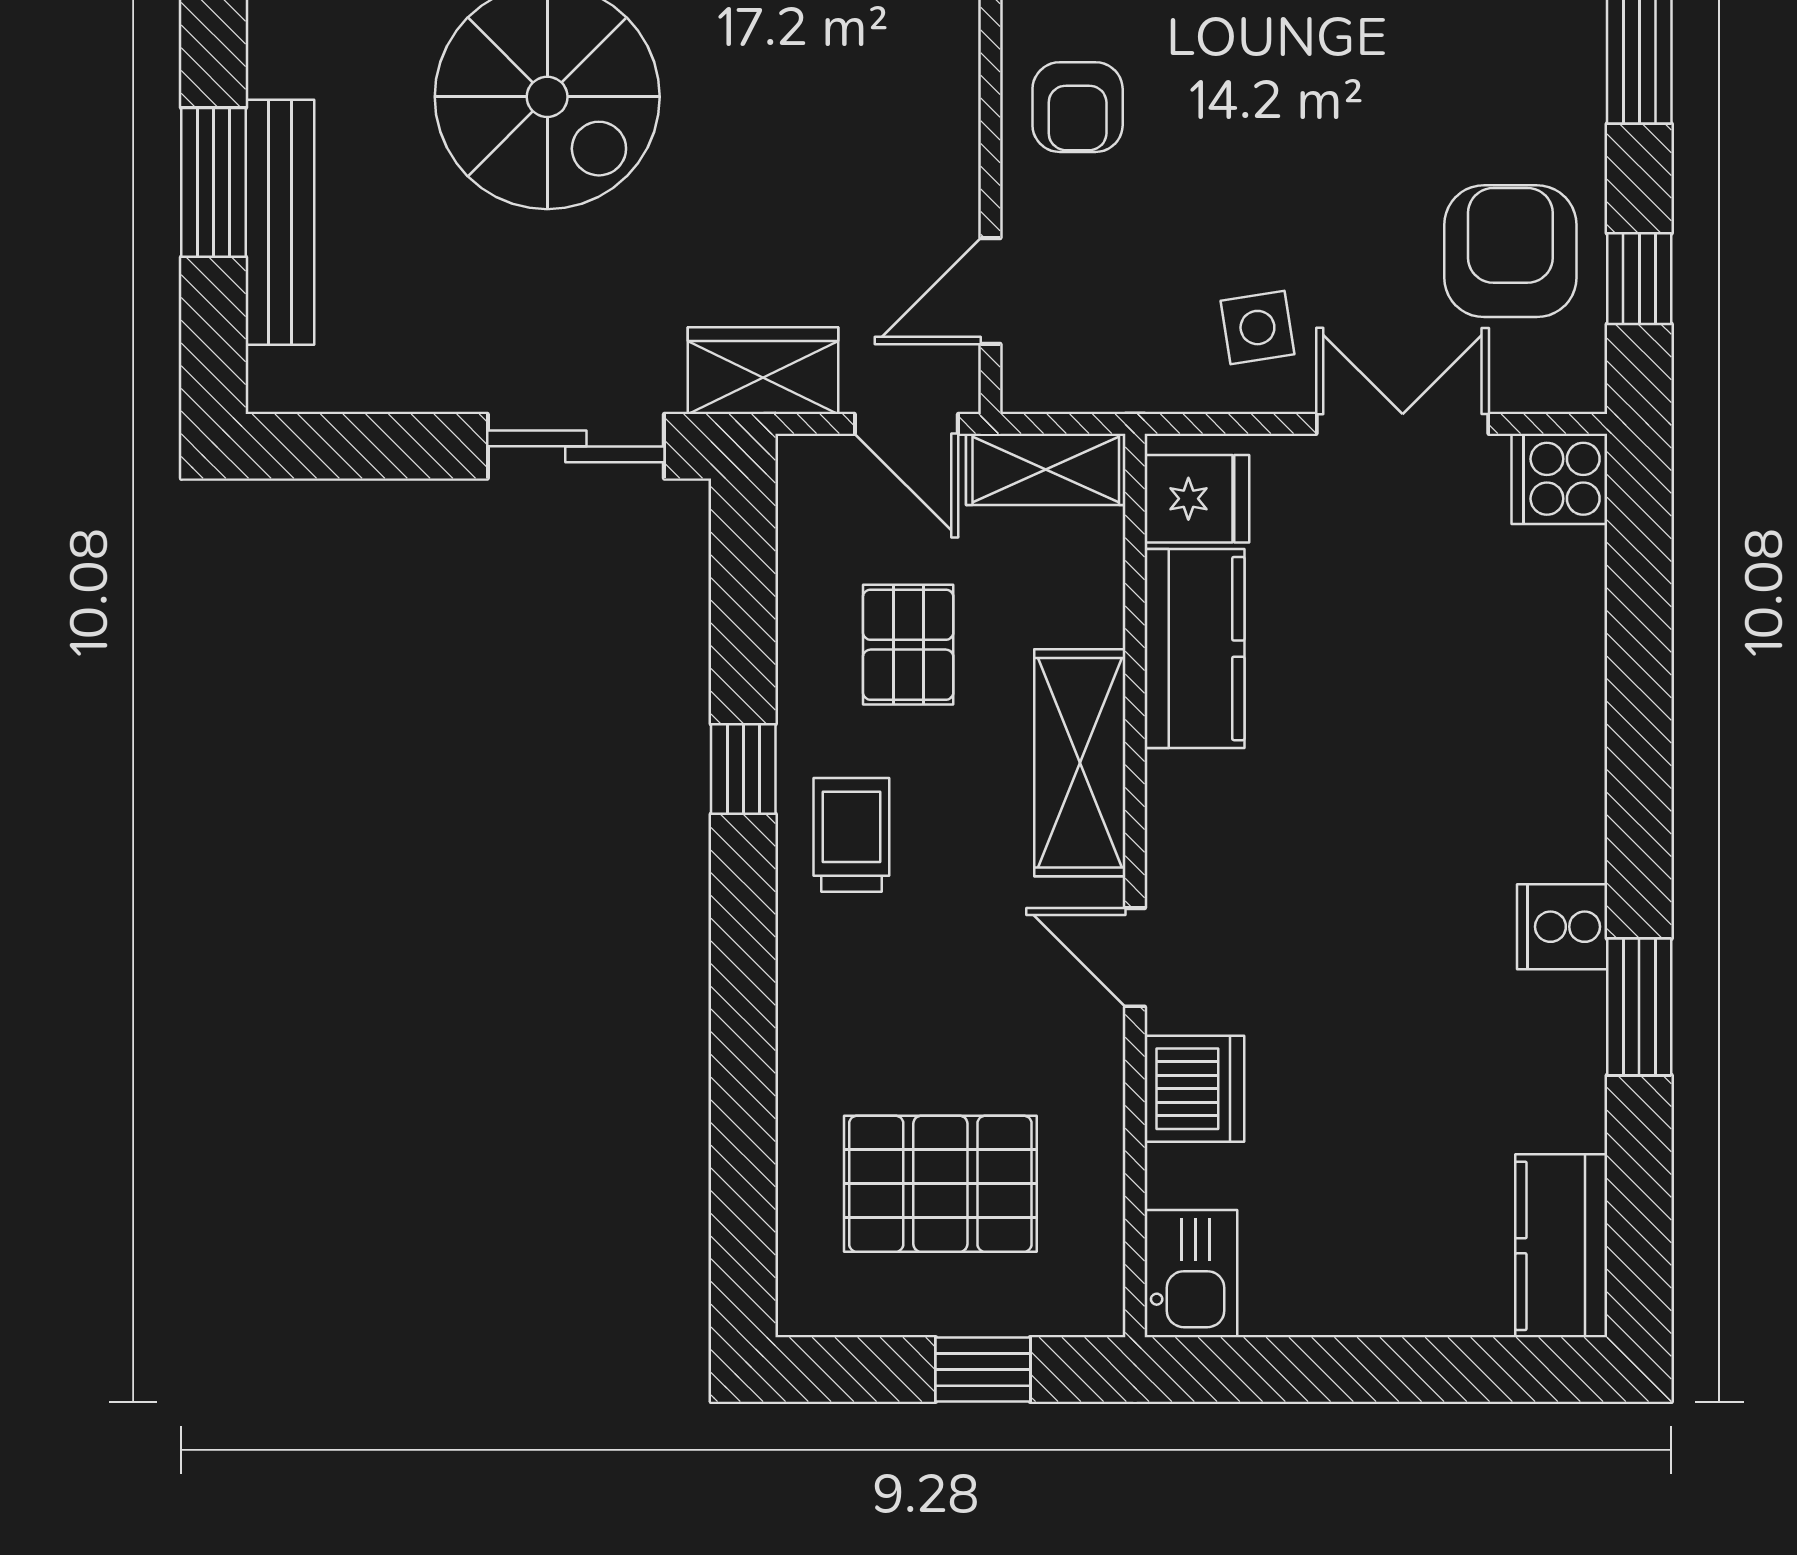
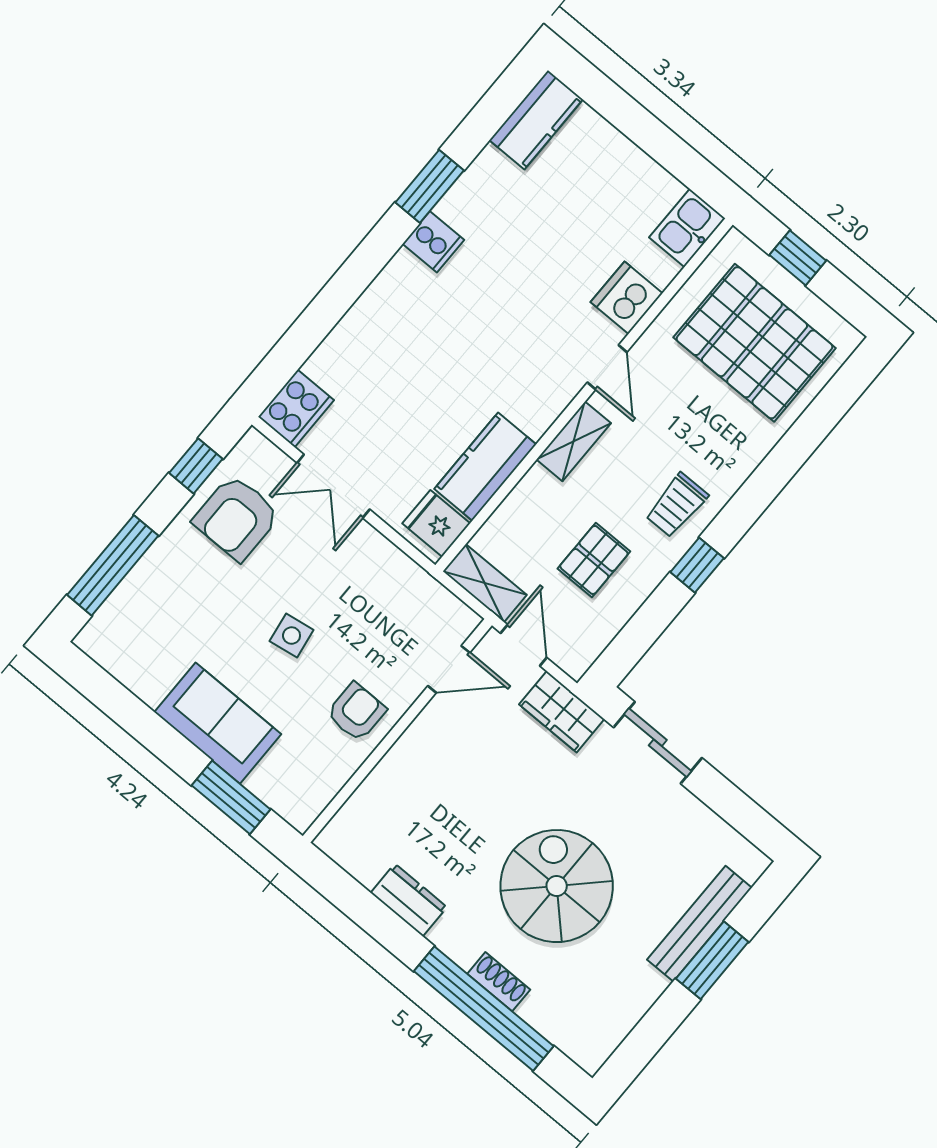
side table: (1257, 328) -> (292, 636), moved
cooker: (1559, 479) -> (296, 408), width x1.36
shelving: (1080, 763) -> (574, 441), width x0.67, depth x0.75
pallet: (940, 1184) -> (754, 343), width x1.37, depth x1.41

